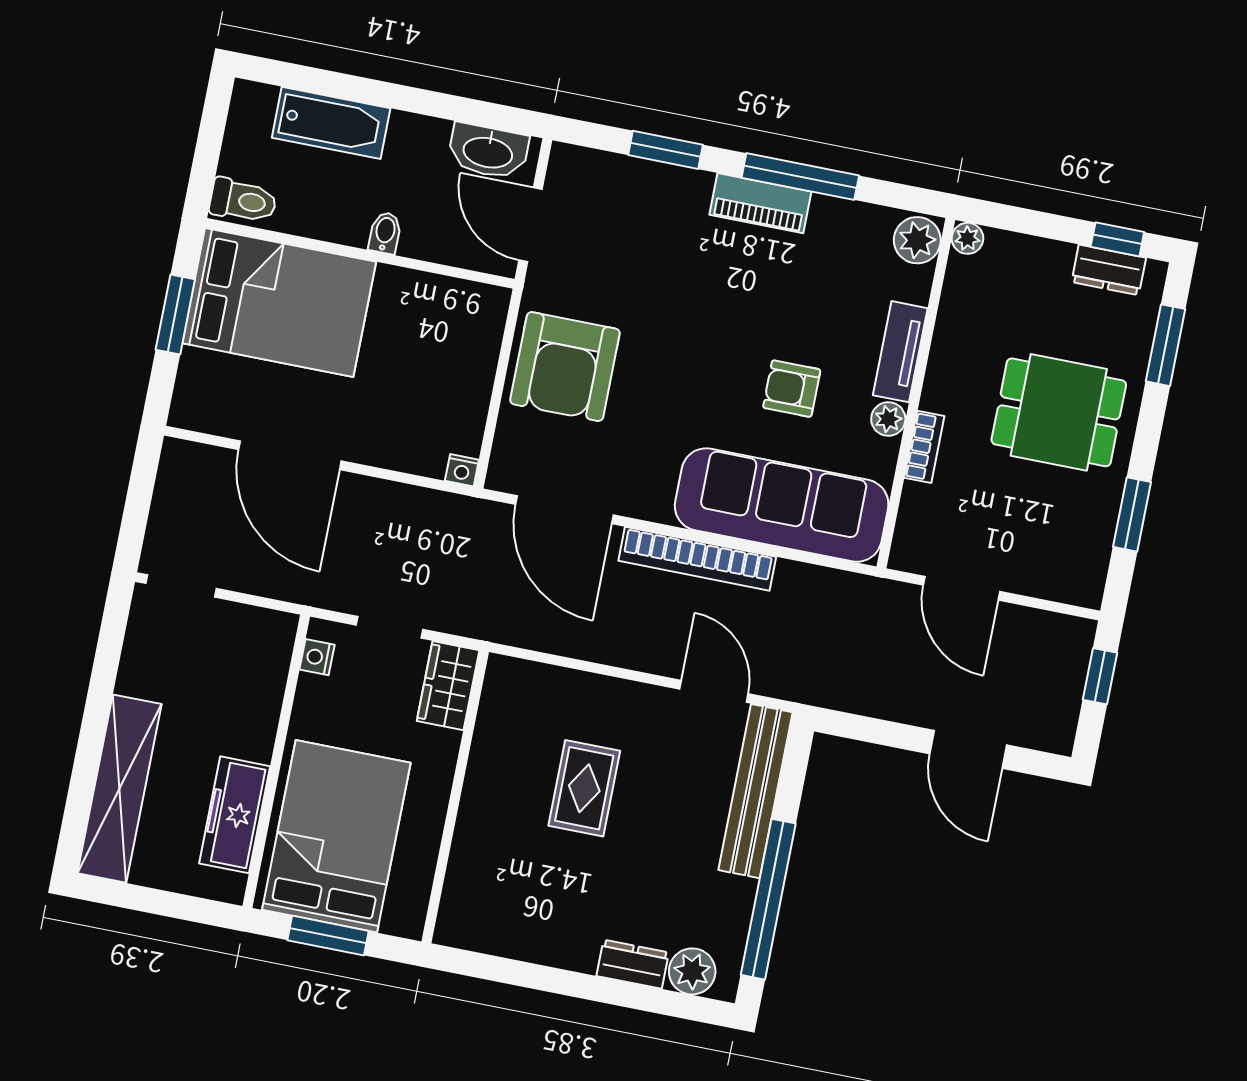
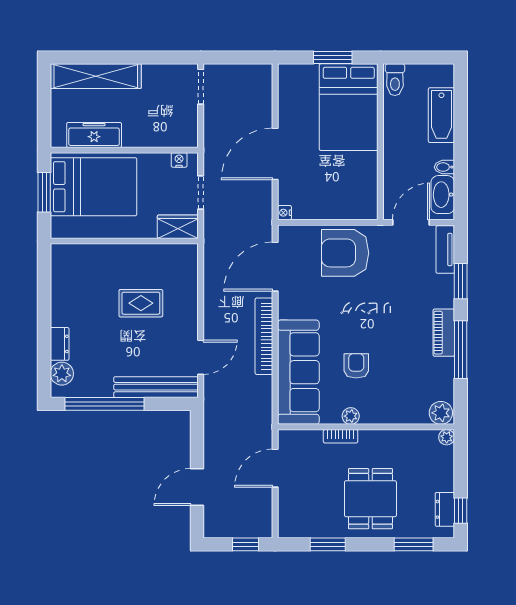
bidet: (385, 233) -> (444, 167), moved, turned 180
tv unit: (900, 352) -> (445, 250), moved, turned -90
door: (290, 455) -> (275, 154), moved

